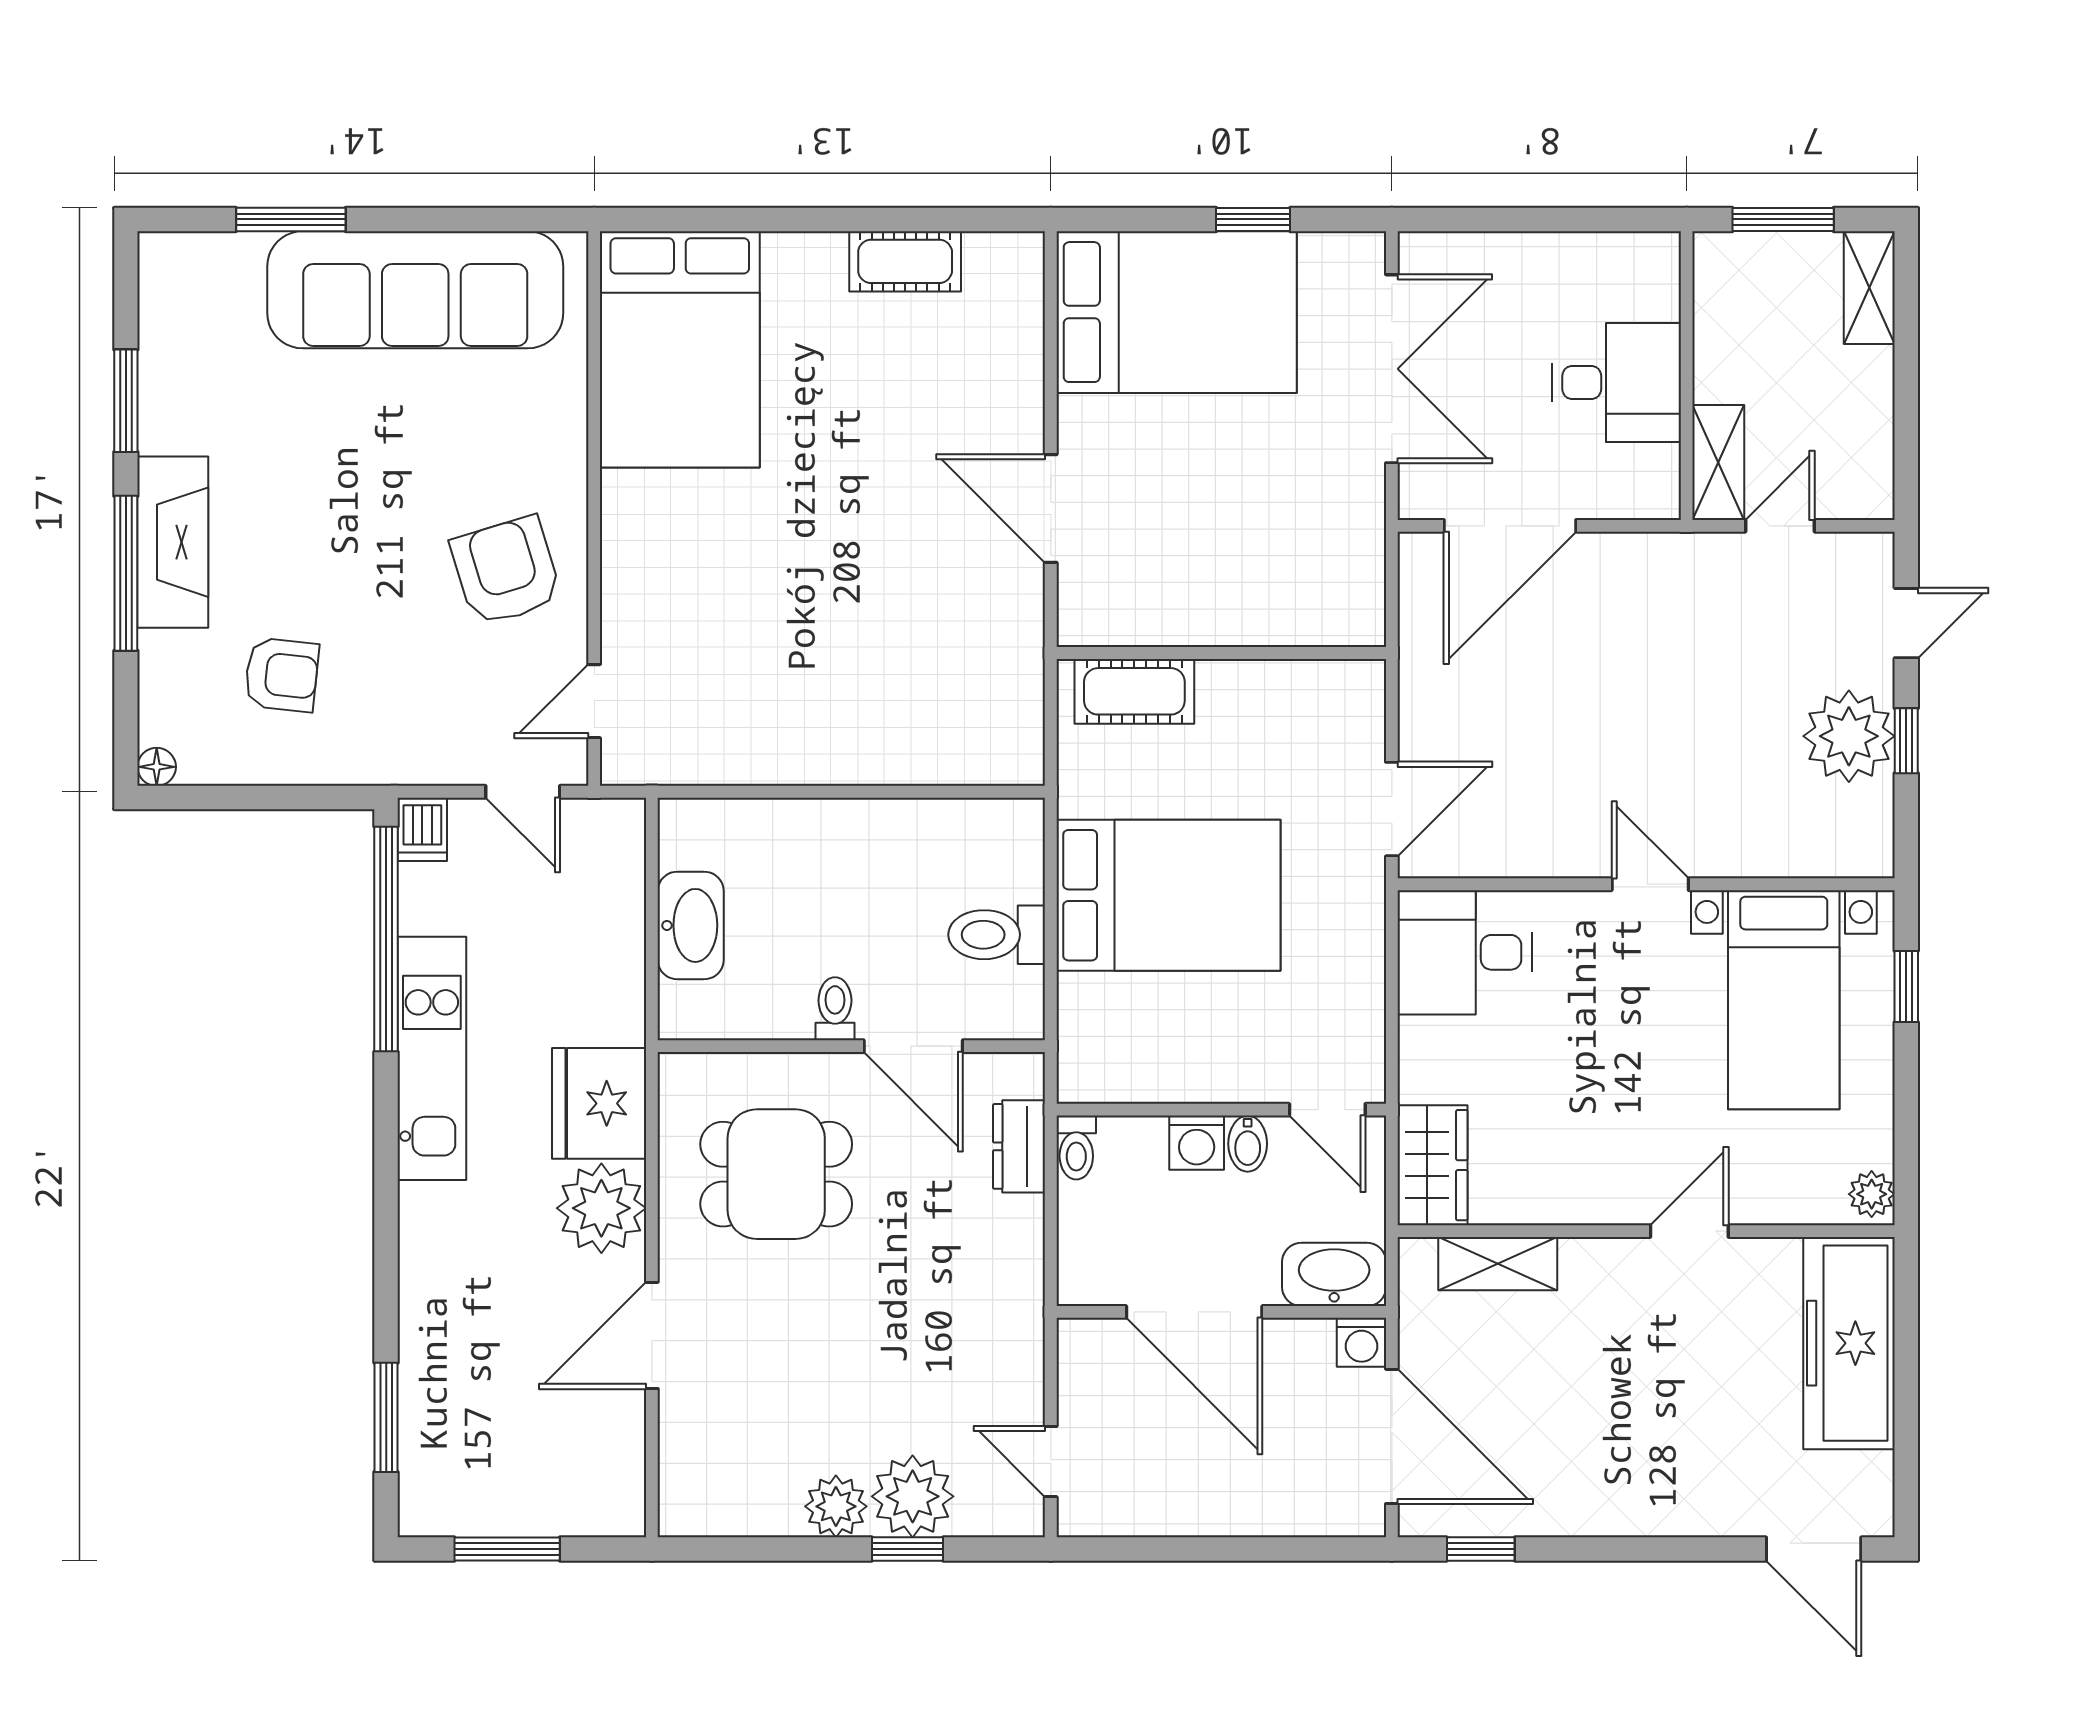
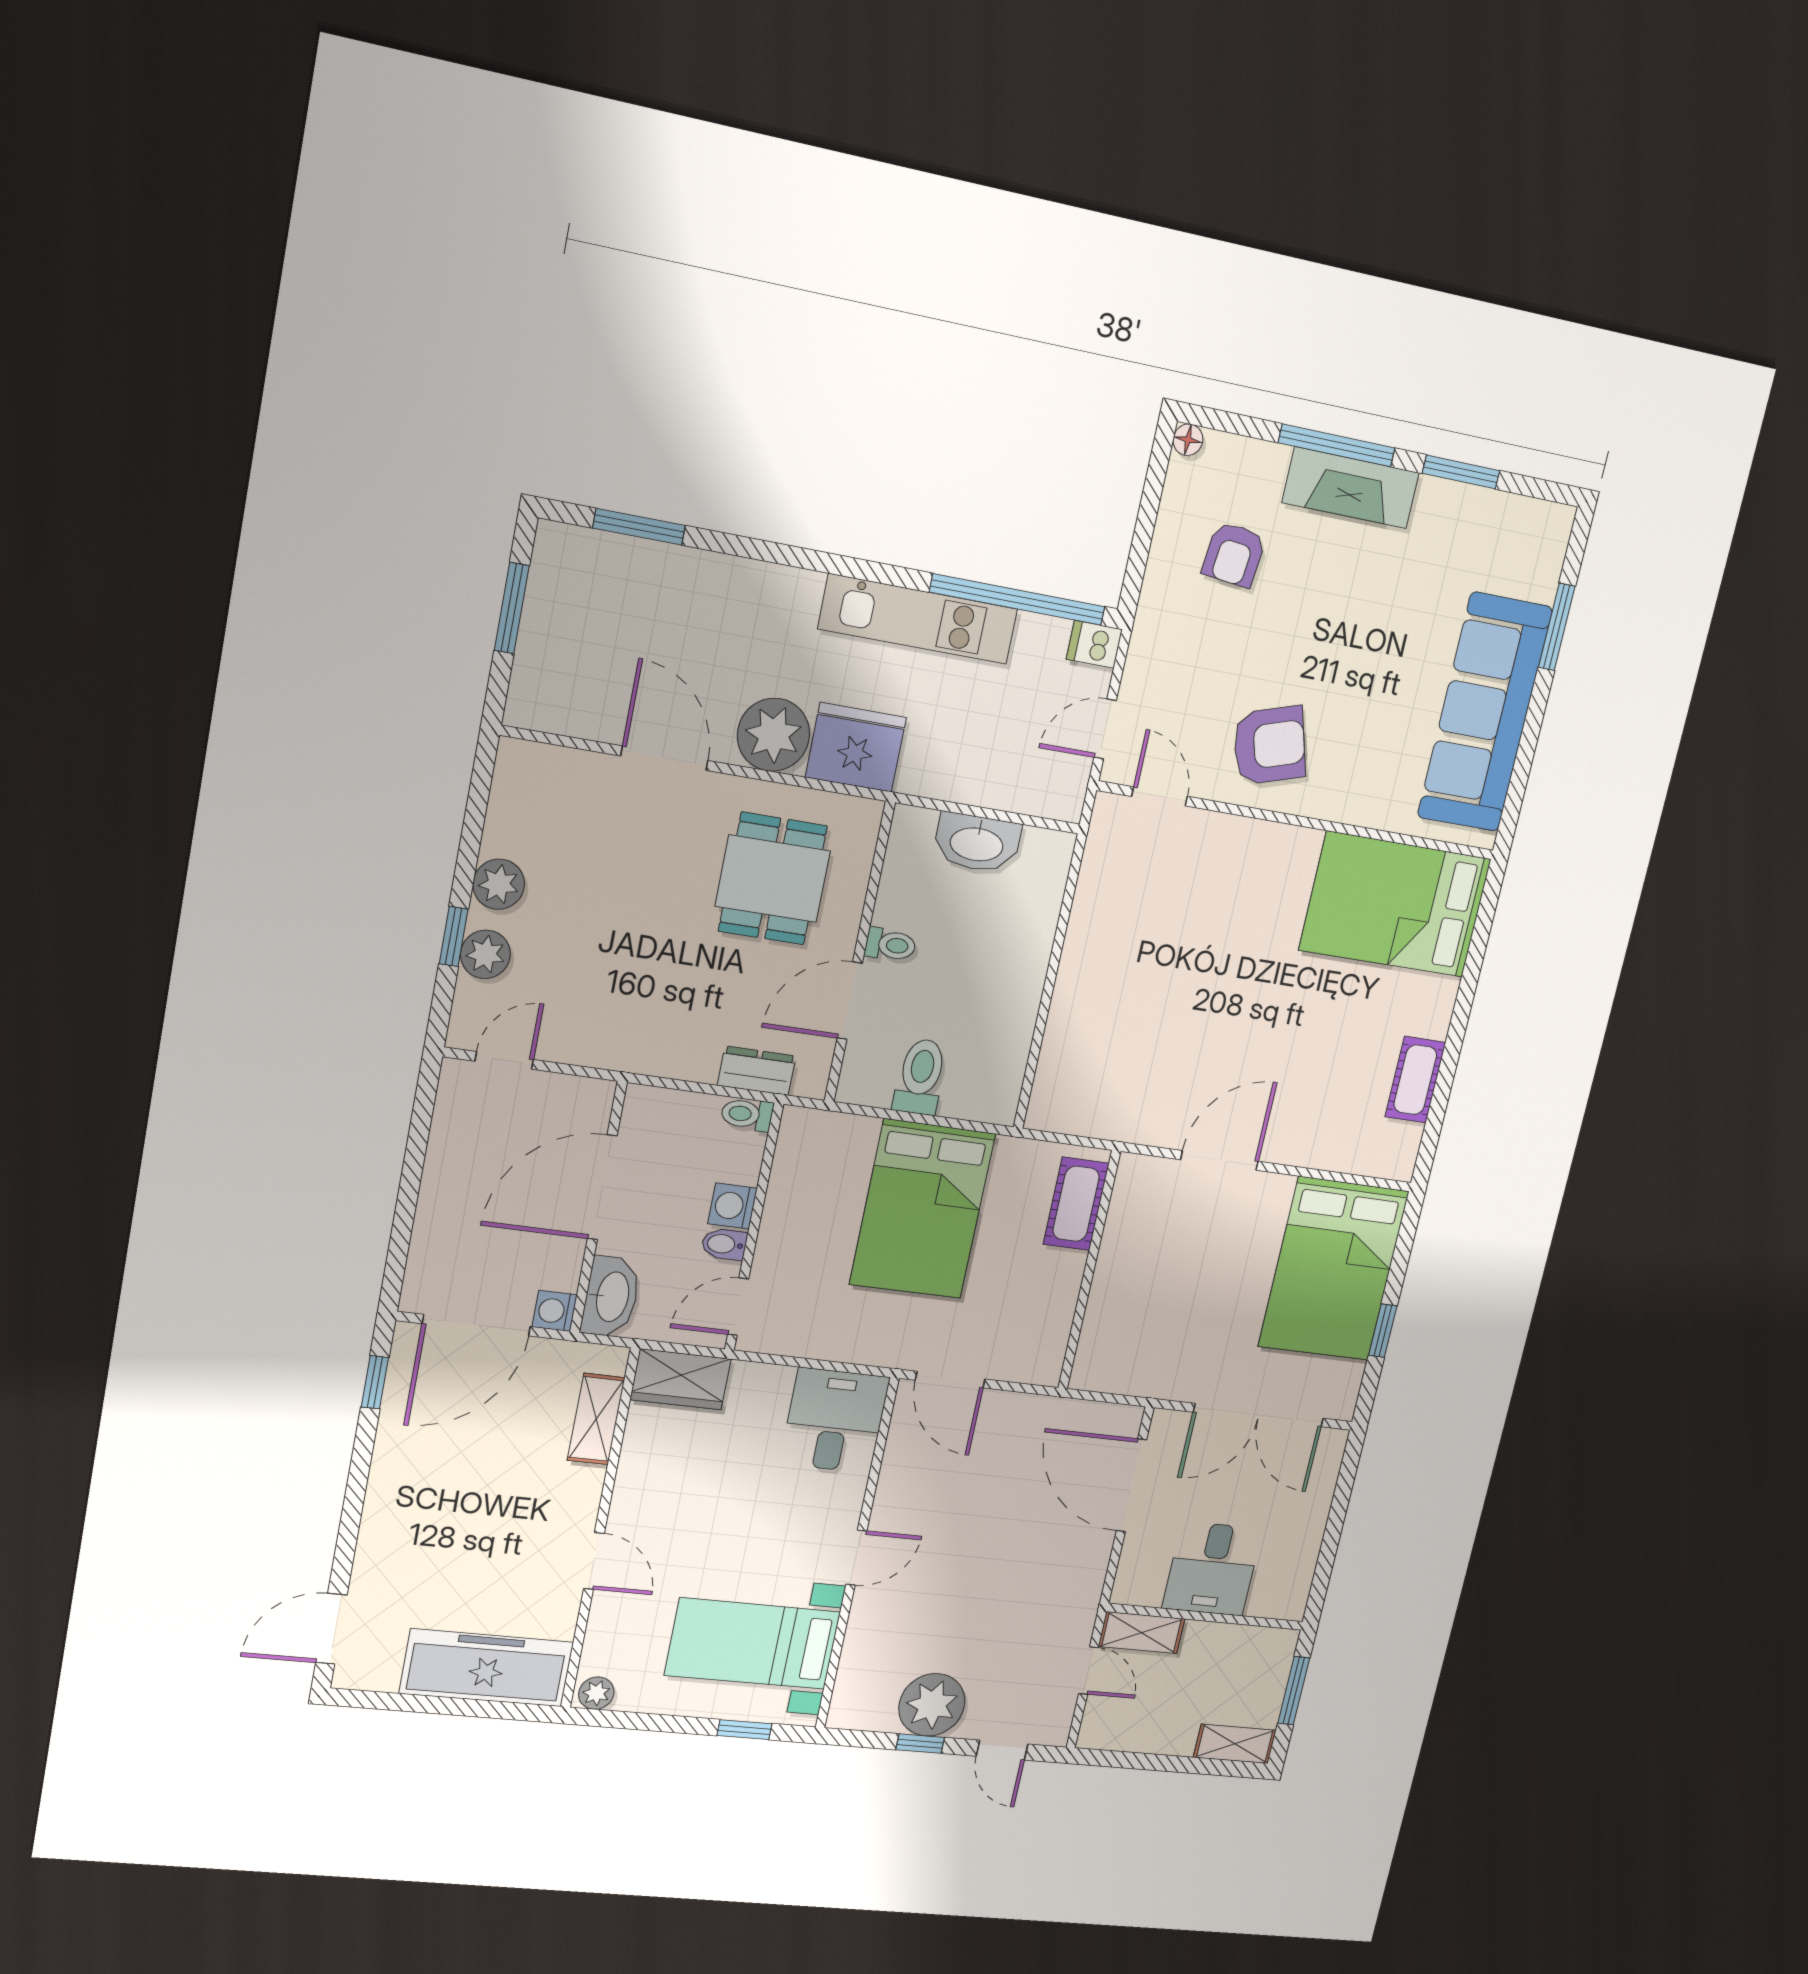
plant: (913, 1496) -> (485, 954), width x0.73, depth x0.73

